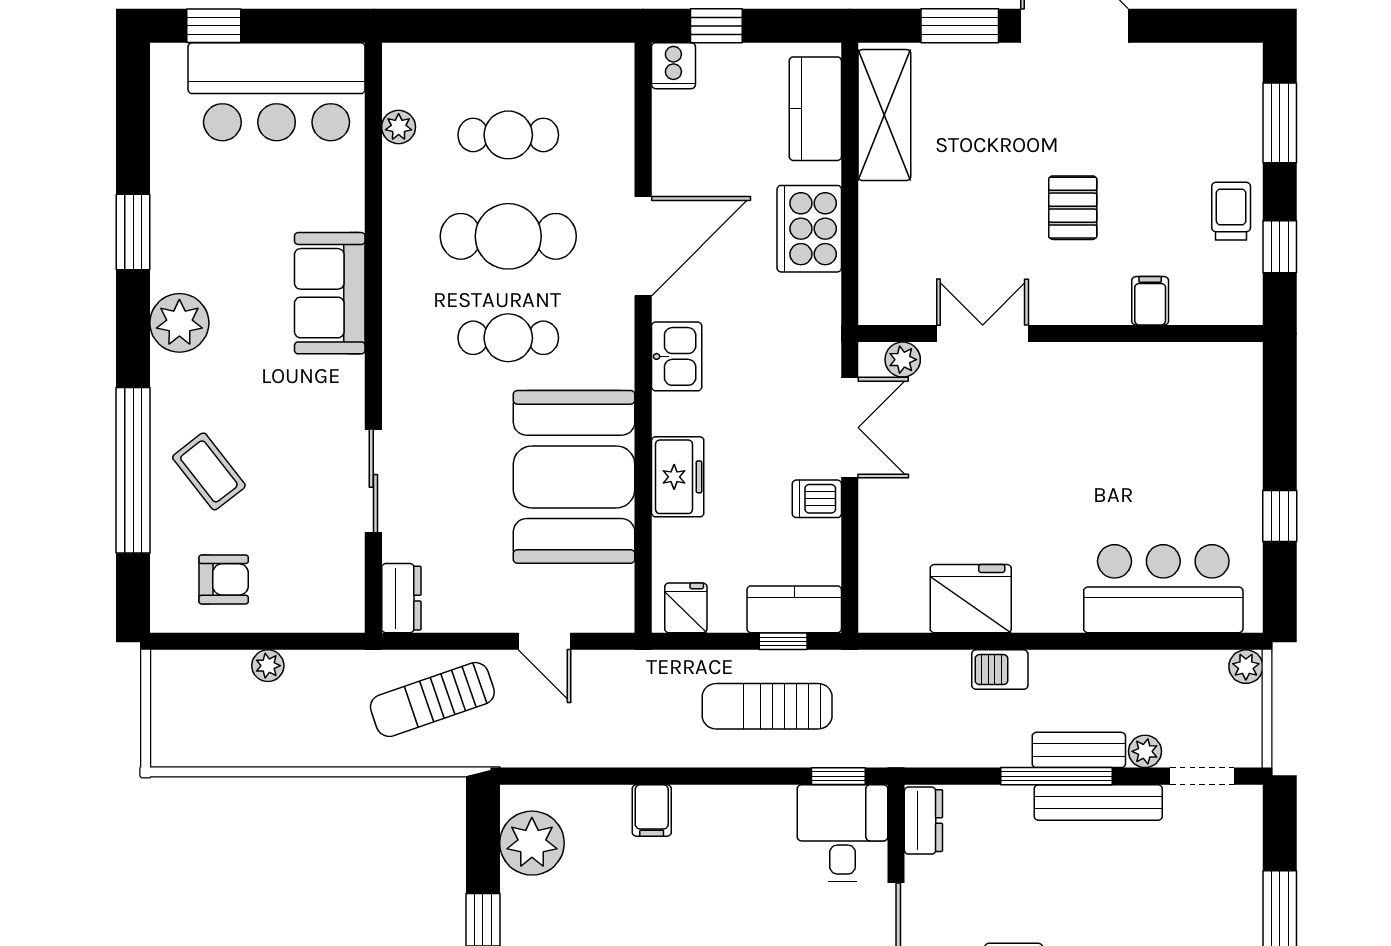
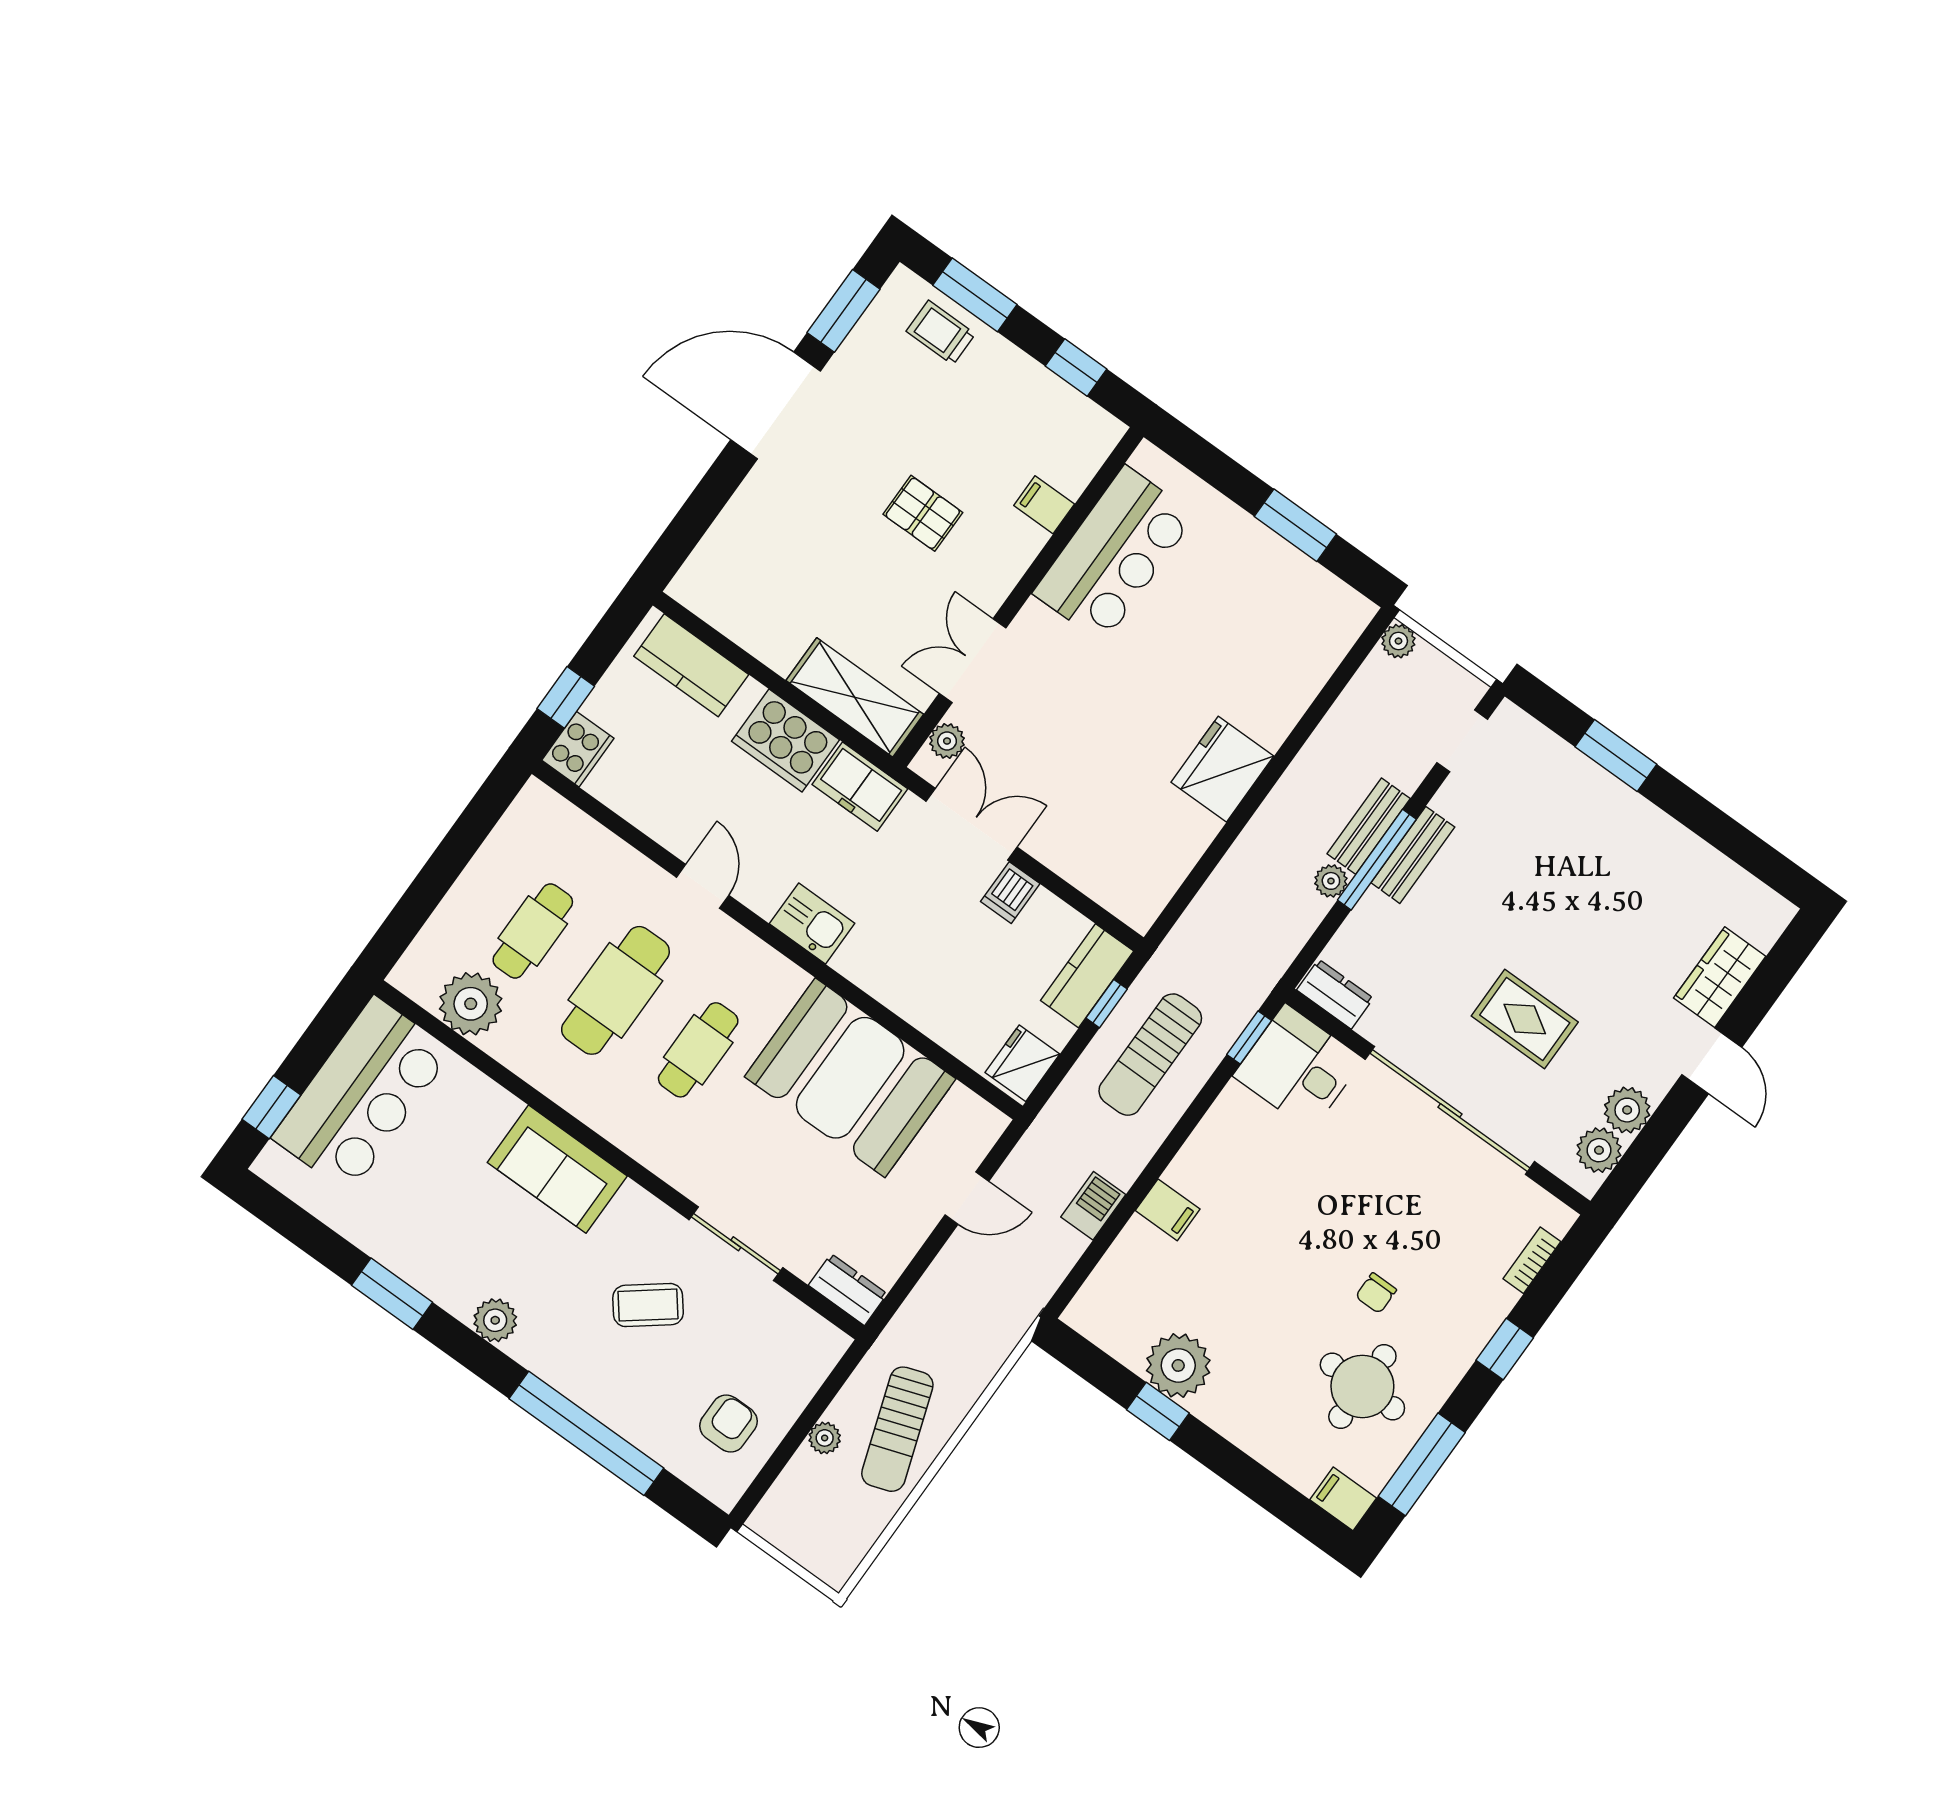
window: (960, 26) -> (843, 311), moved
cooker: (673, 66) -> (578, 749), width x1.36
shelving: (884, 115) -> (855, 697), moved
plant: (399, 127) -> (471, 1004), width x1.87, depth x1.87
trolley: (1231, 211) -> (941, 333), moved
door: (643, 246) -> (703, 886), width x0.53
plant: (179, 323) -> (495, 1320), width x0.73, depth x0.73
coffee table: (209, 471) -> (648, 1305), moved
freezer: (678, 477) -> (860, 787), moved, turned 180
window: (1280, 516) -> (1295, 525), width x1.50
bar counter: (1163, 589) -> (1114, 554), moved, turned 180
fridge: (971, 599) -> (1222, 769), moved
fridge: (686, 608) -> (1022, 1063), width x1.38
barbecue: (1000, 670) -> (1093, 1206), moved, turned 180
sun lounger: (432, 700) -> (897, 1429), moved
plant: (1145, 751) -> (1331, 881), moved
bench: (1098, 802) -> (1413, 855), width x0.73
plant: (532, 843) -> (1178, 1365), moved

